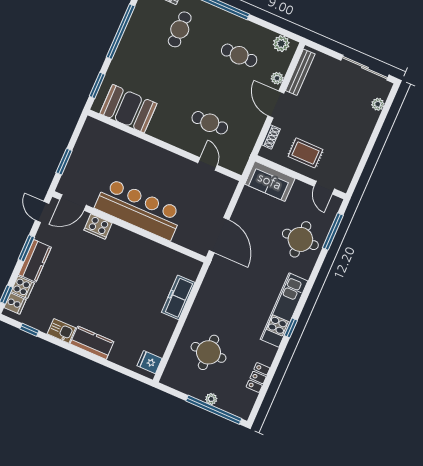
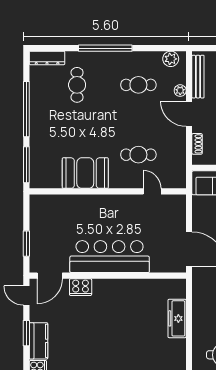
window: (97, 85) -> (26, 165), width x1.44
booth: (128, 109) -> (85, 173), moved

